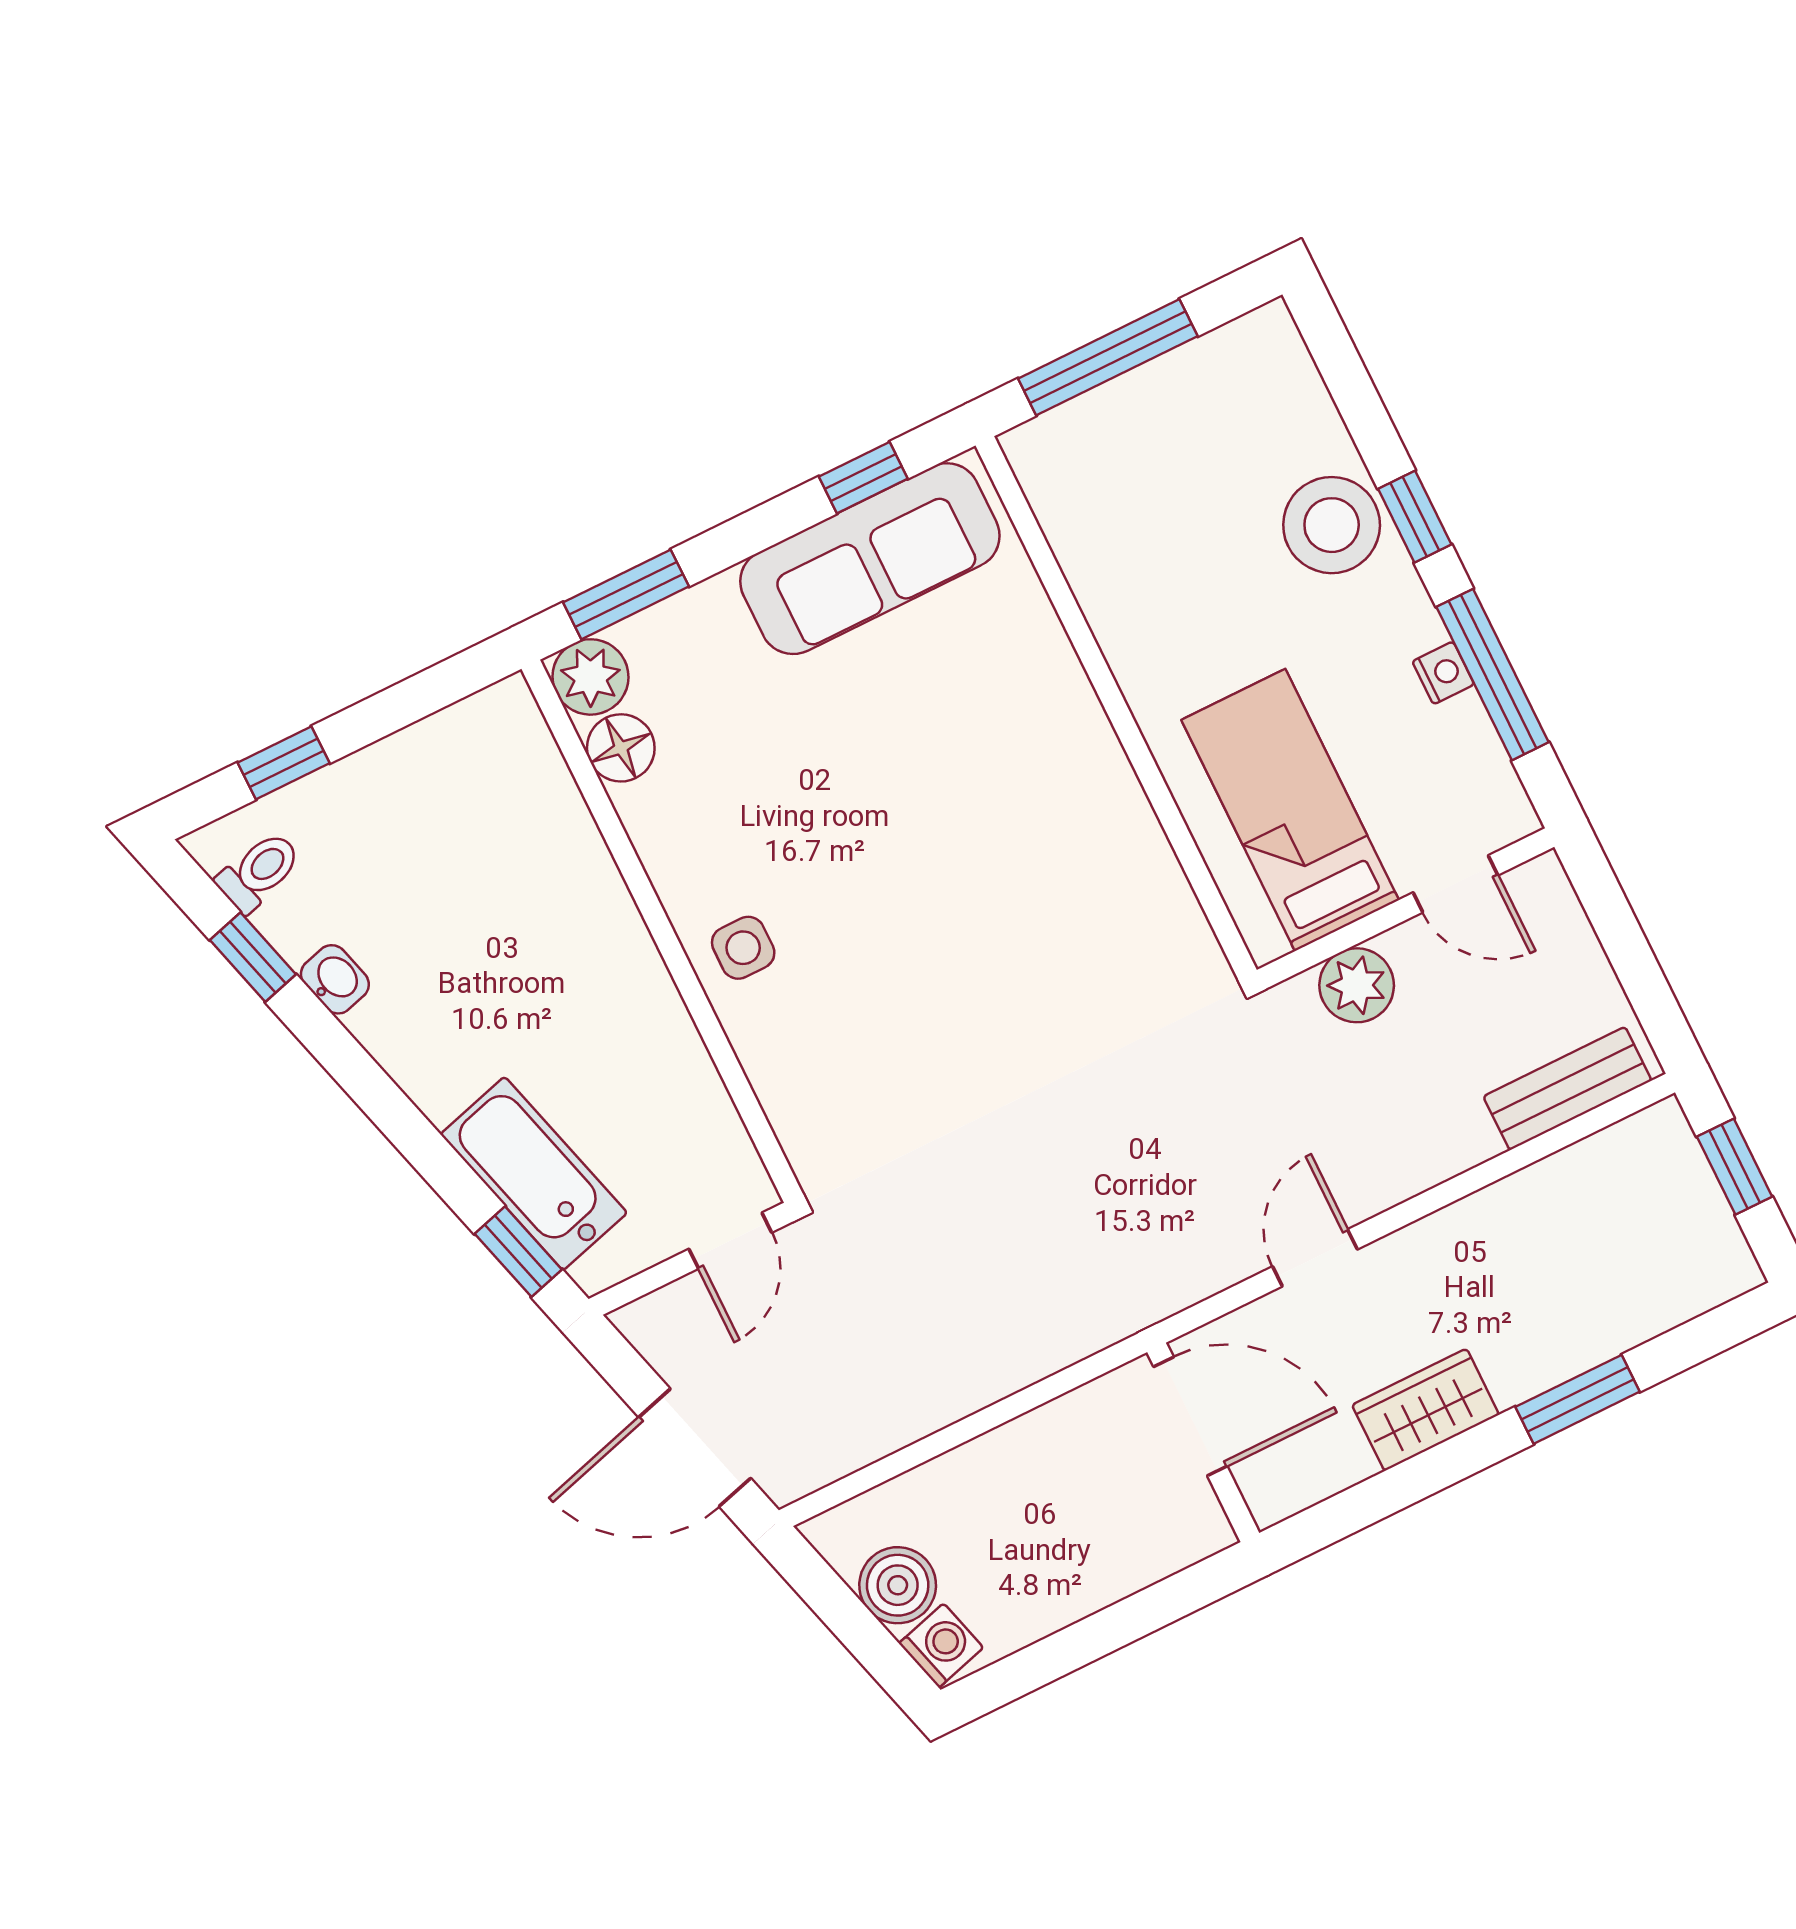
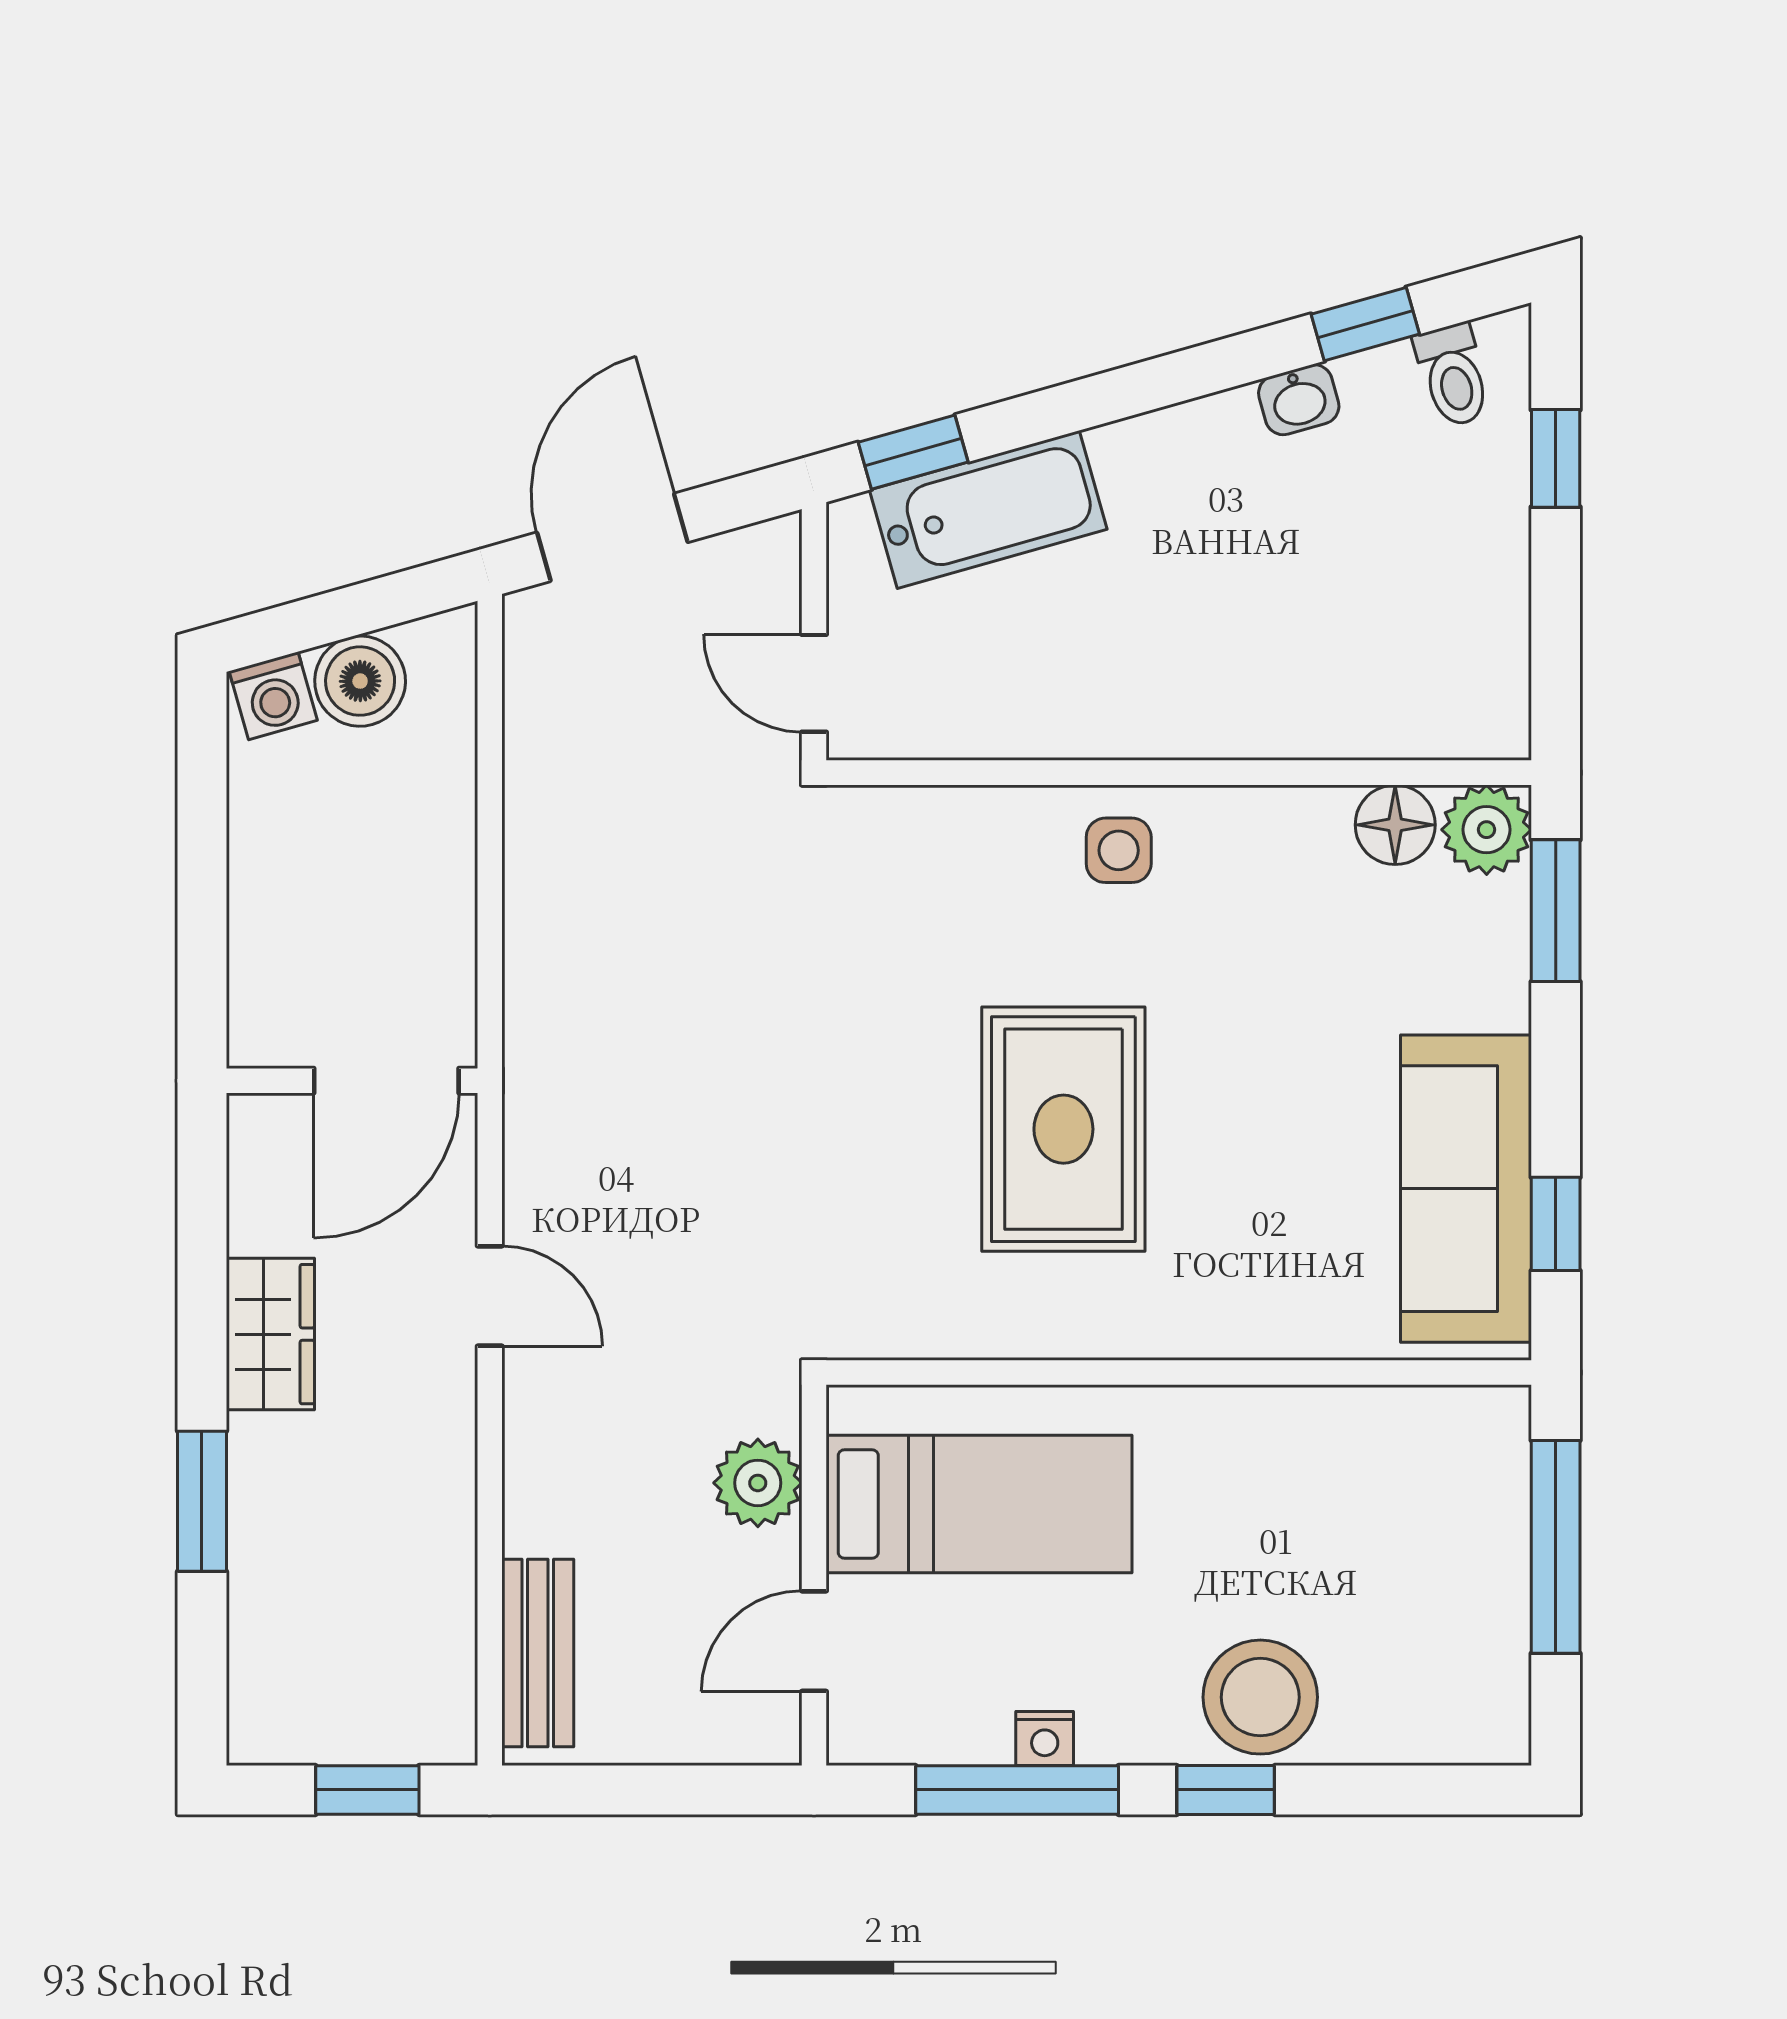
rug: (975, 886) -> (1063, 1129), added

